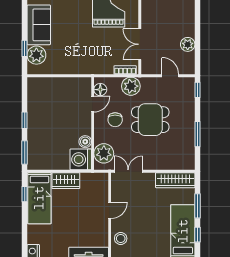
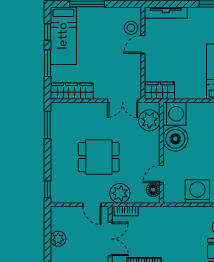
door: (170, 76) -> (92, 205), moved
washing machine: (60, 88) -> (197, 191), added
chair: (115, 120) -> (137, 157), removed
window: (197, 134) -> (48, 125), moved
boiler: (85, 142) -> (175, 139), width x1.86, depth x1.86
wardrobe: (66, 181) -> (159, 91), moved
door: (110, 210) -> (143, 44), moved

